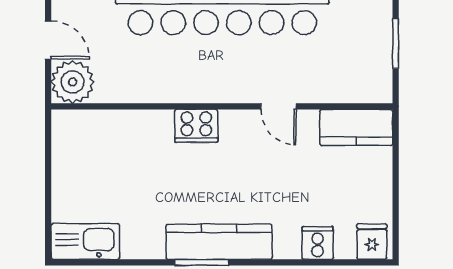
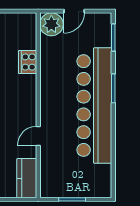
cooker: (196, 126) -> (28, 62), moved

